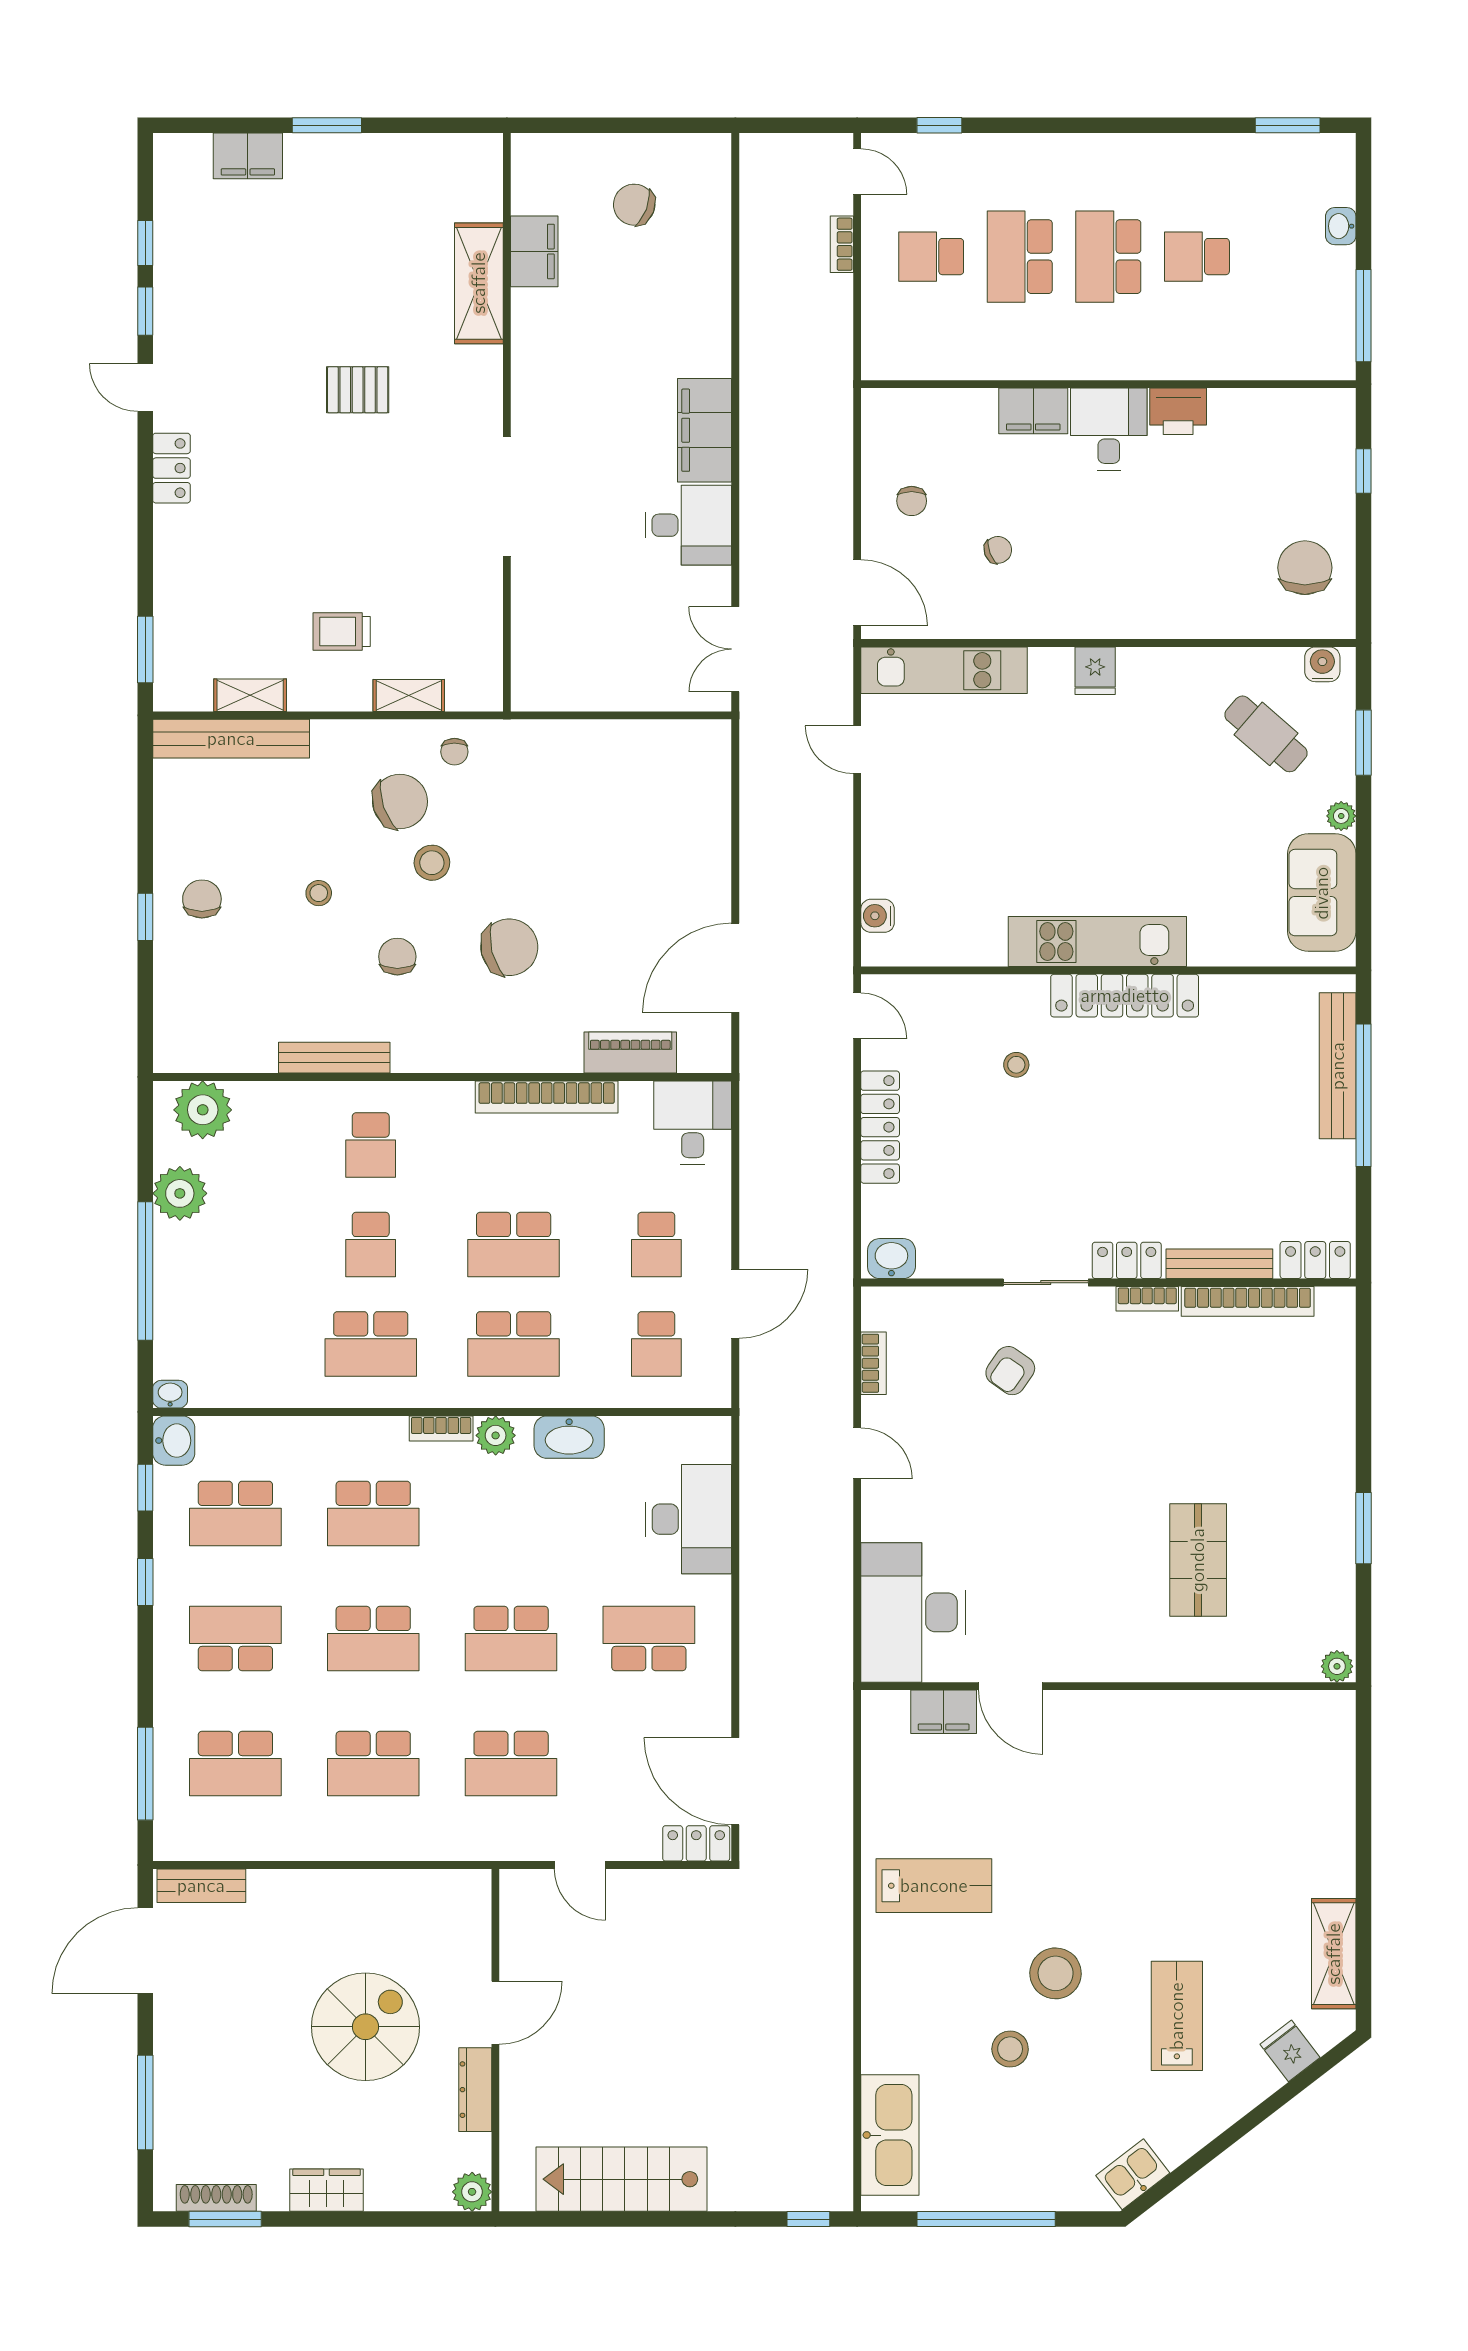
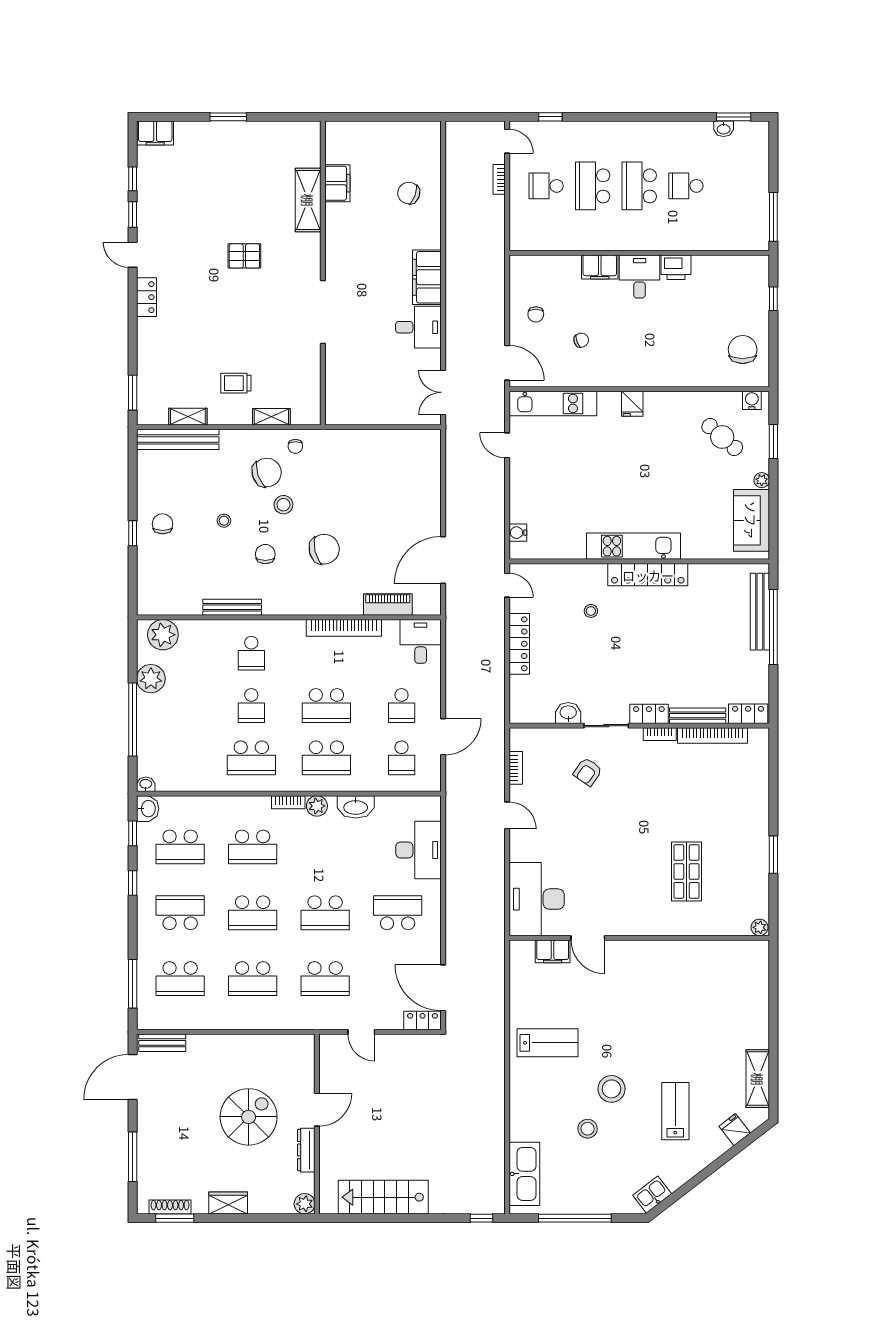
filing cabinet: (248, 156) -> (155, 133), moved
chair: (634, 205) -> (409, 193), moved
washbasin: (1341, 226) -> (724, 129), moved, turned -90
washbasin: (891, 1259) -> (568, 713), moved

